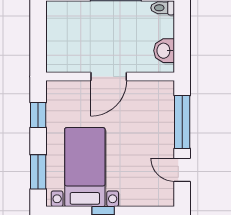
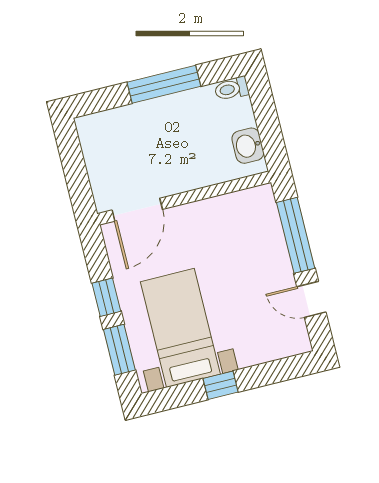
door: (109, 76) -> (137, 210), moved
window: (38, 115) -> (106, 297), moved

